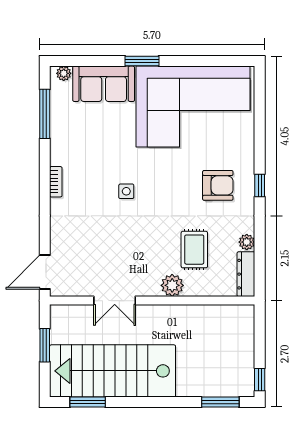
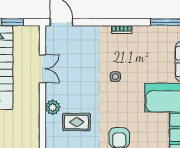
double door: (115, 301) -> (42, 69), swing flipped

